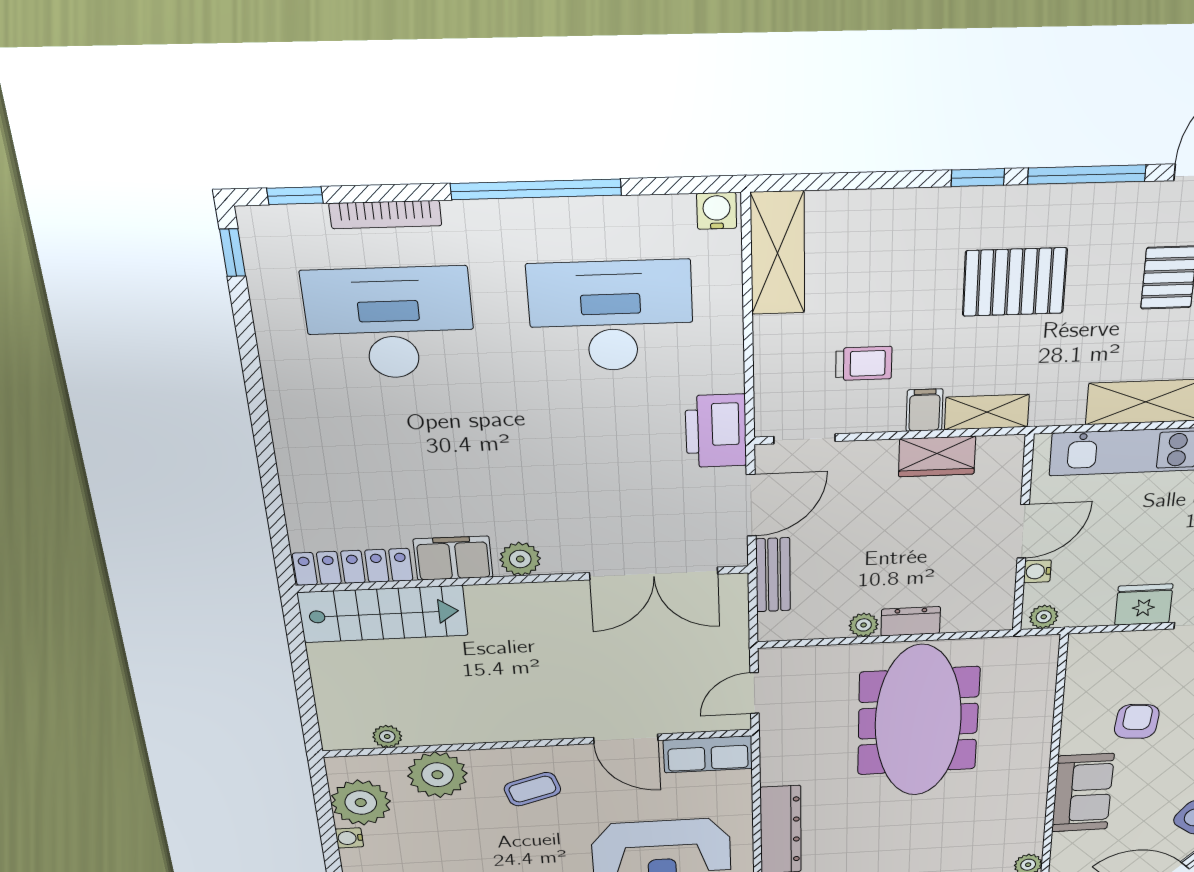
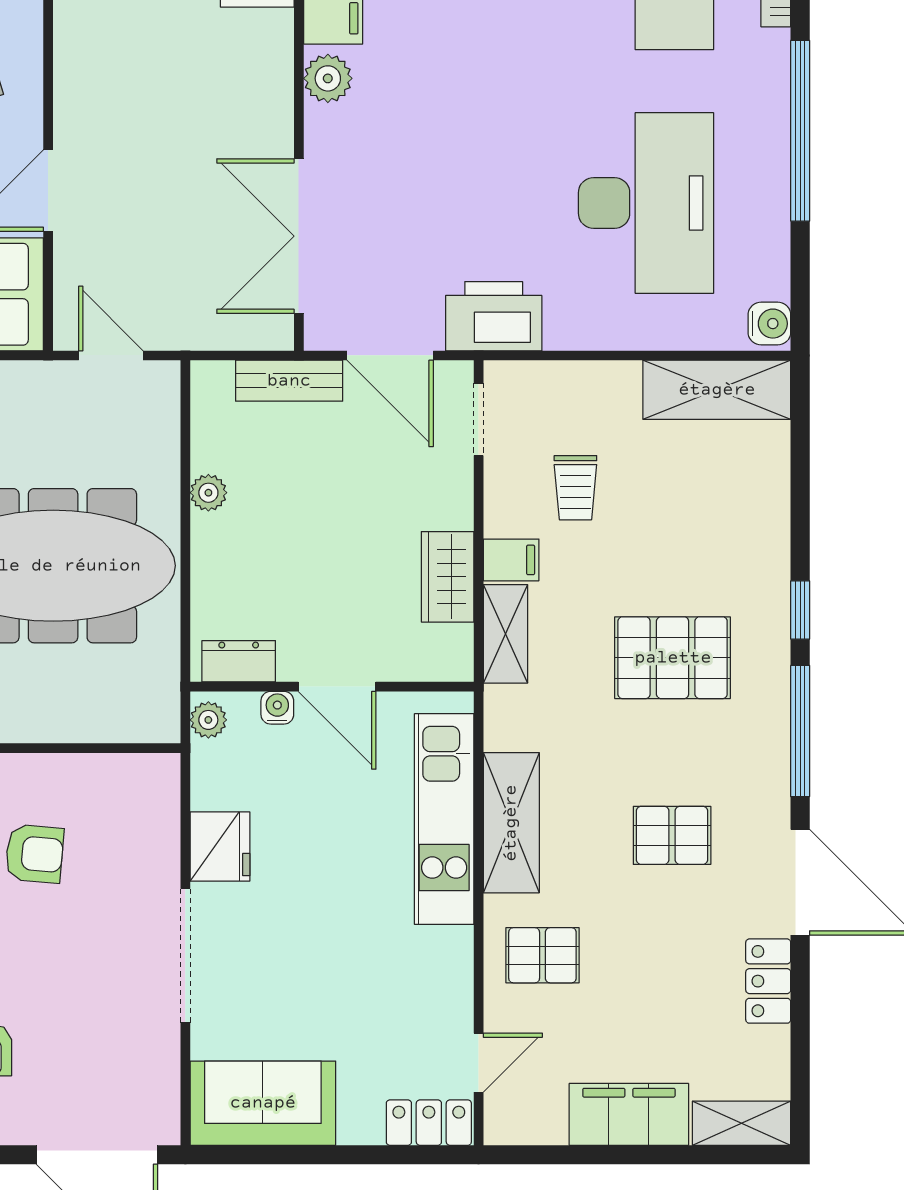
pallet: (1015, 282) -> (673, 658), turned 90
dresser: (911, 621) -> (239, 661), moved, turned -90

